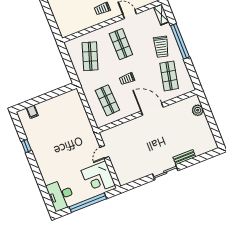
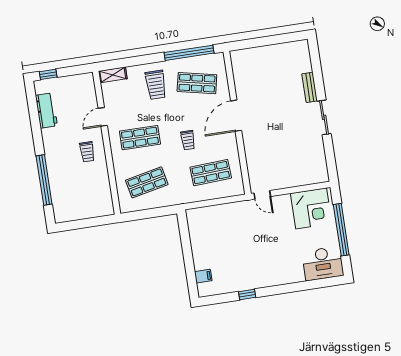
window: (180, 41) -> (189, 53), moved
trolley: (161, 47) -> (156, 85), turned 76
shop shelf: (90, 56) -> (147, 182), turned -30
plant: (198, 110) -> (251, 55), removed
door: (104, 152) -> (262, 195), moved

